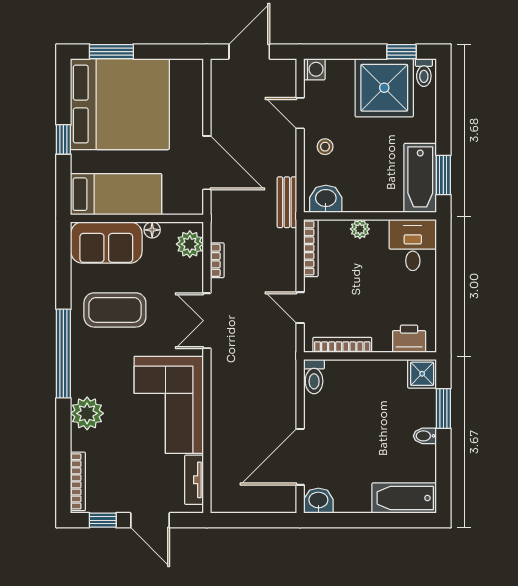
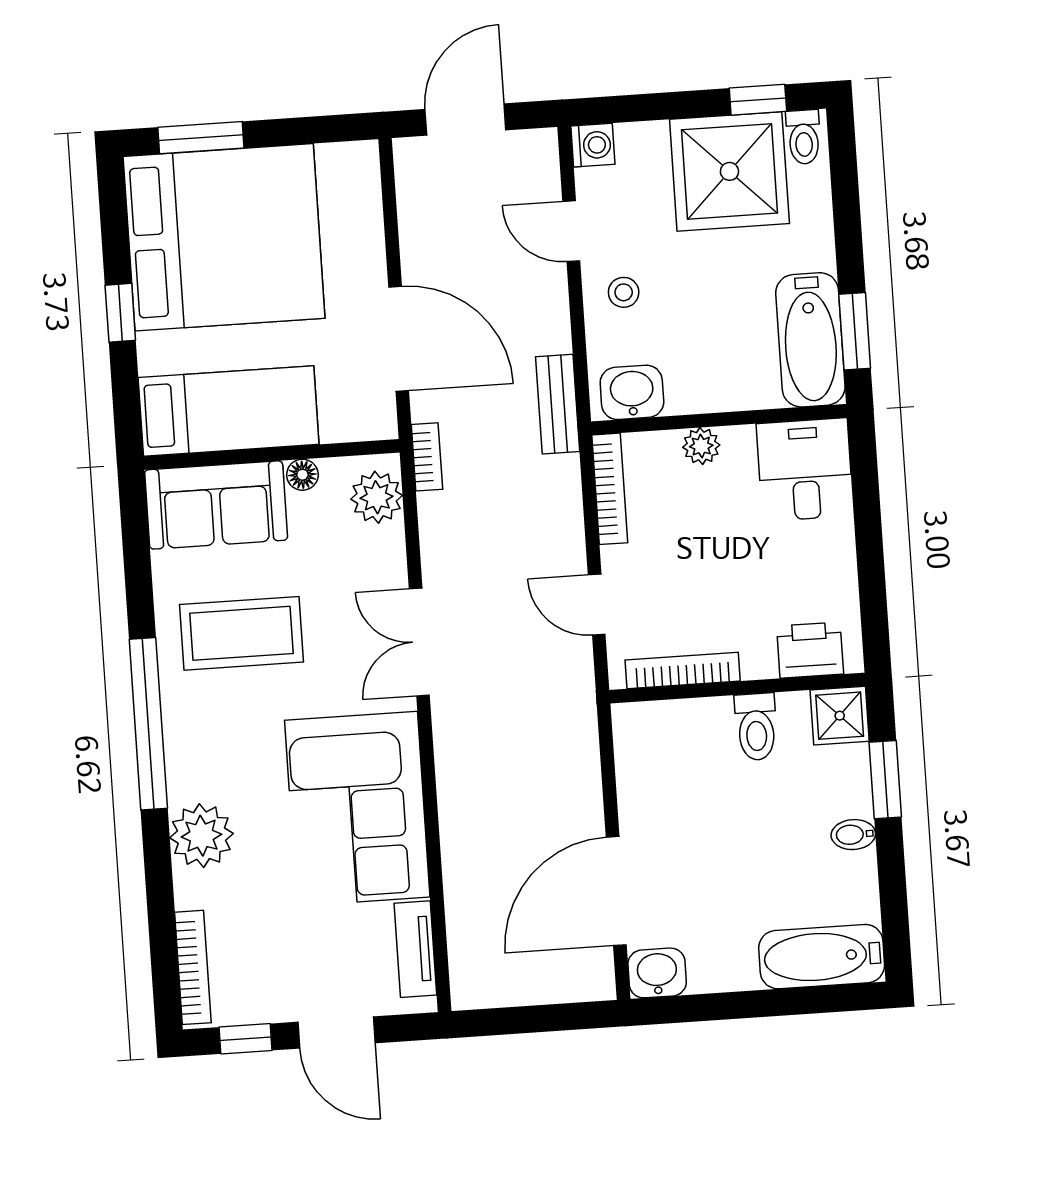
bookcase: (217, 260) -> (427, 457), moved
toilet: (314, 377) -> (756, 727), moved

